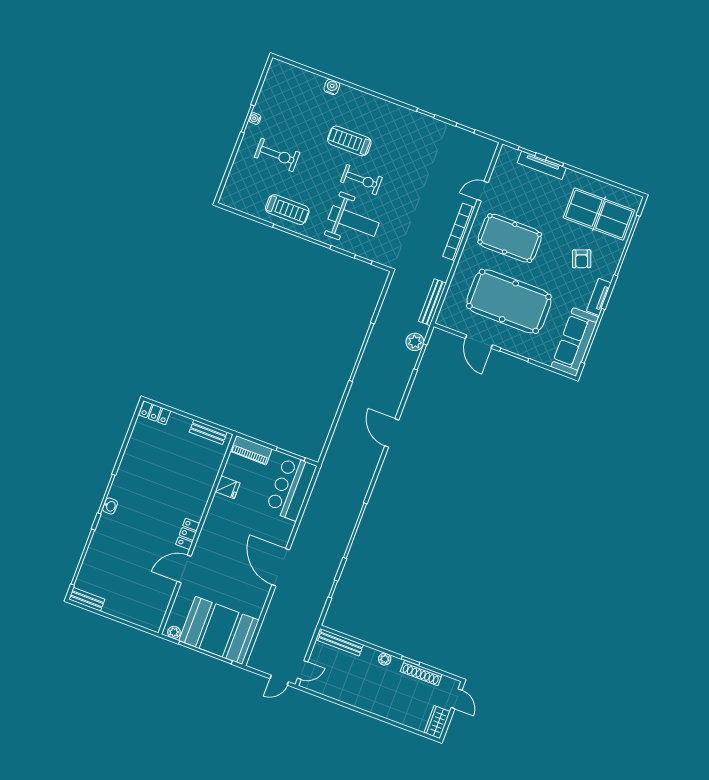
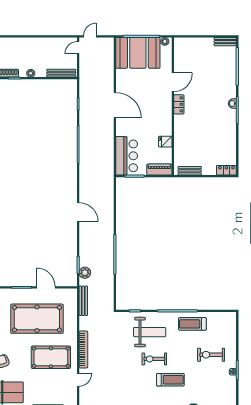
weight bench: (354, 221) -> (150, 332), turned 180

